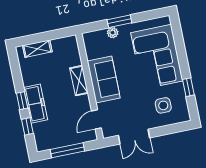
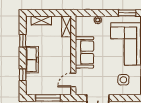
window: (119, 21) -> (127, 13), moved
shelving: (79, 81) -> (67, 26), moved
window: (22, 101) -> (23, 41), moved

